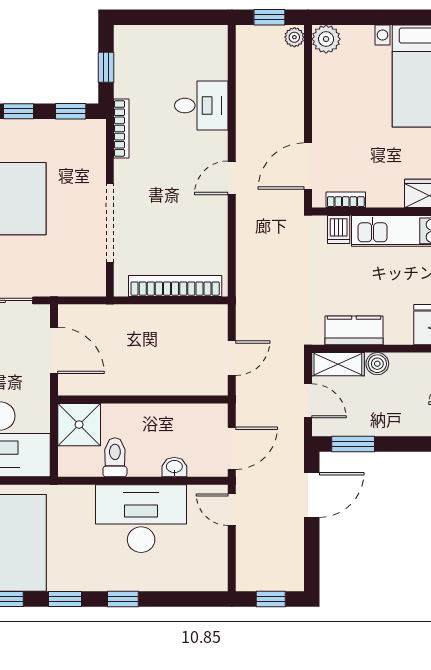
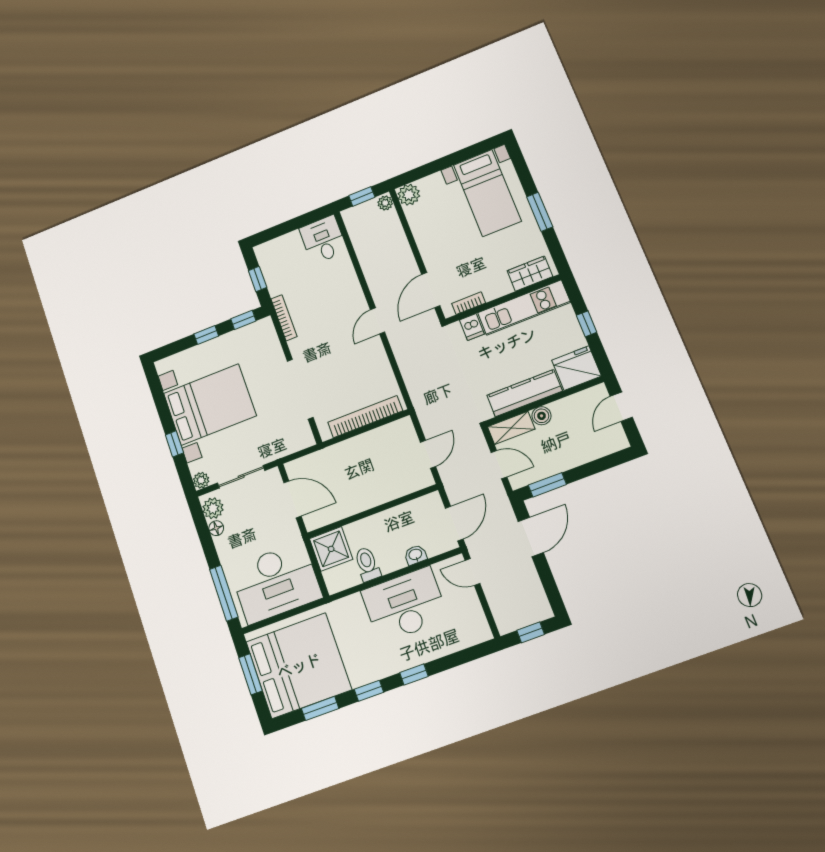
desk: (201, 106) -> (323, 240), moved, turned -90
kitchen counter: (354, 330) -> (525, 393), width x1.50

